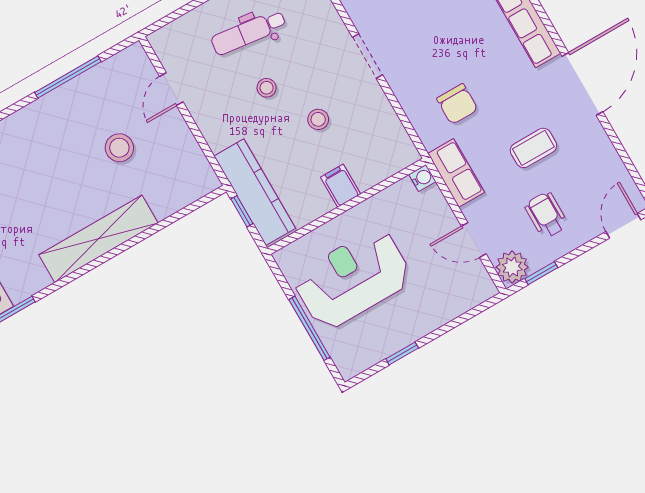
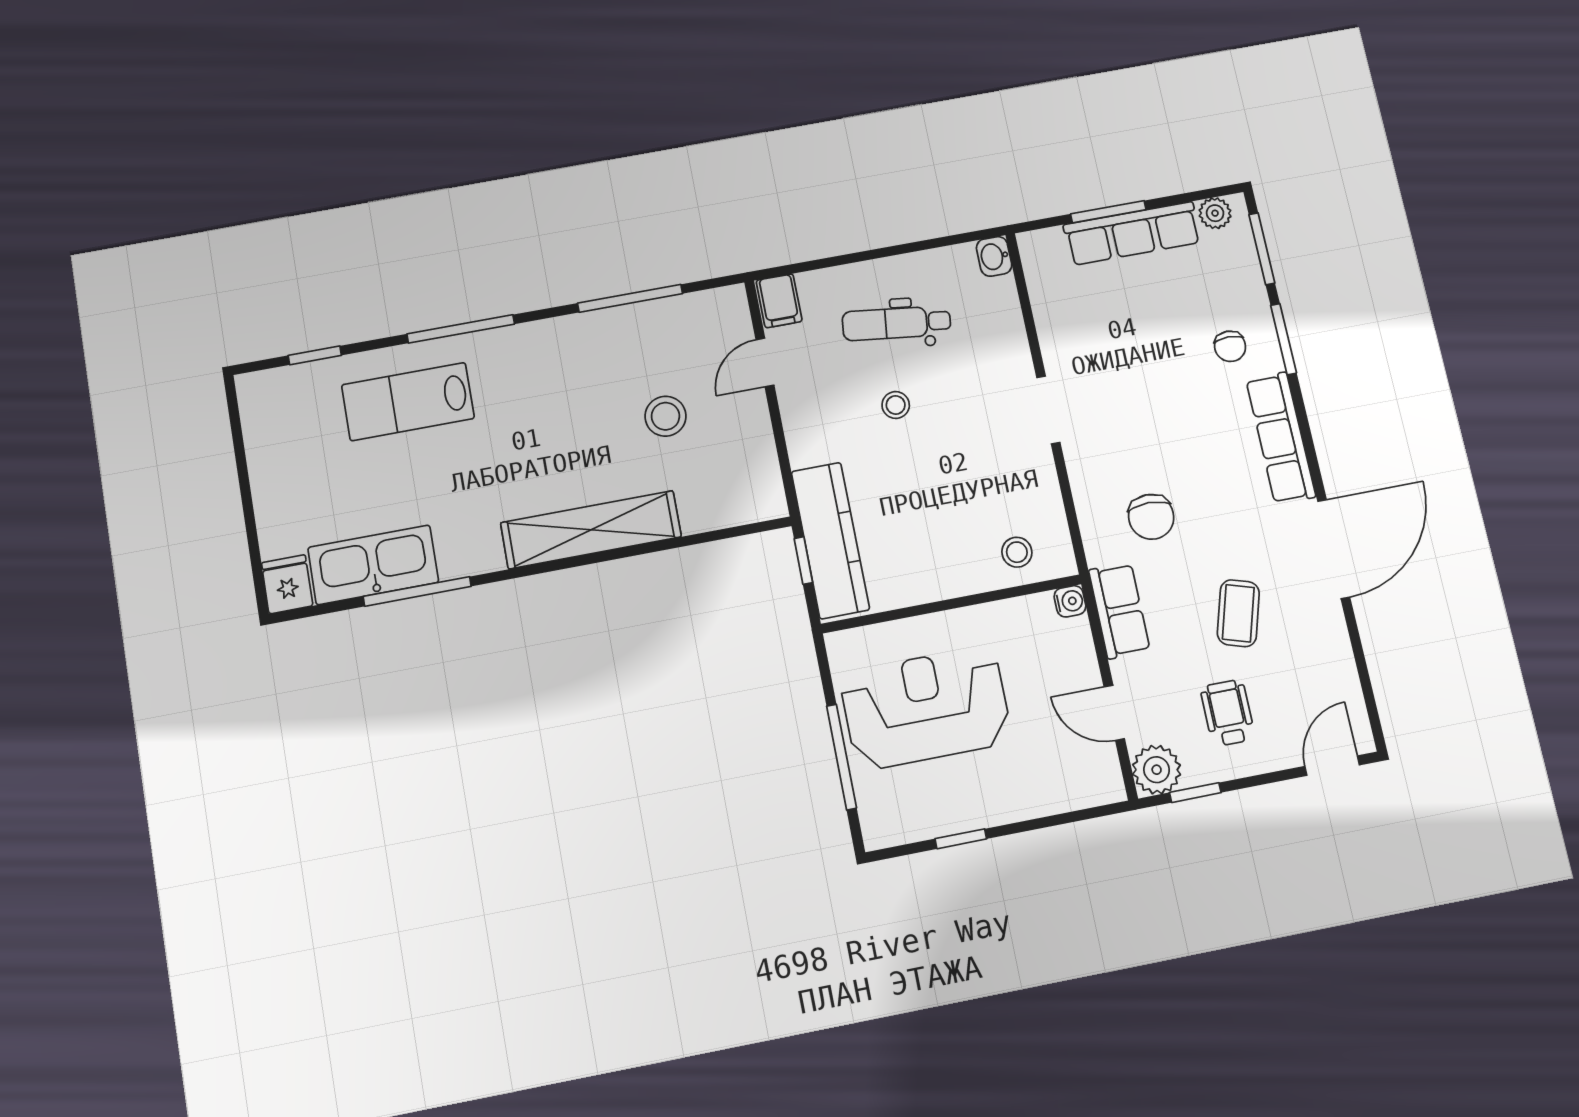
stool: (318, 119) -> (1017, 552), moved
coffee table: (533, 148) -> (1238, 613), turned -73
filing cabinet: (341, 186) -> (779, 301), moved, turned 180

